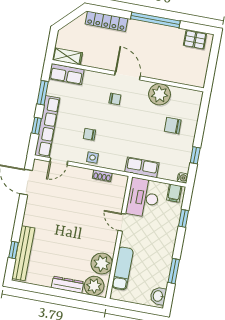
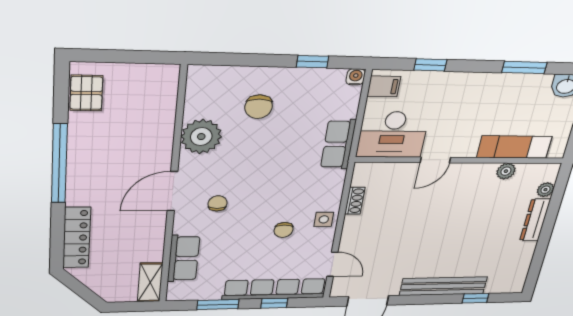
row of seats: (66, 74) -> (184, 258), moved
bench: (23, 253) -> (443, 286), moved
plant: (102, 264) -> (506, 171), width x0.53, depth x0.53
plant: (94, 286) -> (545, 190), width x0.53, depth x0.53

